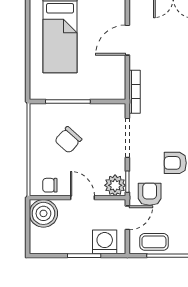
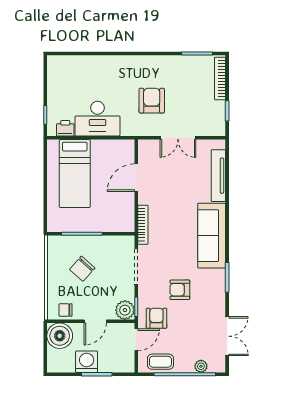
door: (82, 198) -> (95, 321), swing flipped
washing machine: (105, 242) -> (87, 362), moved

